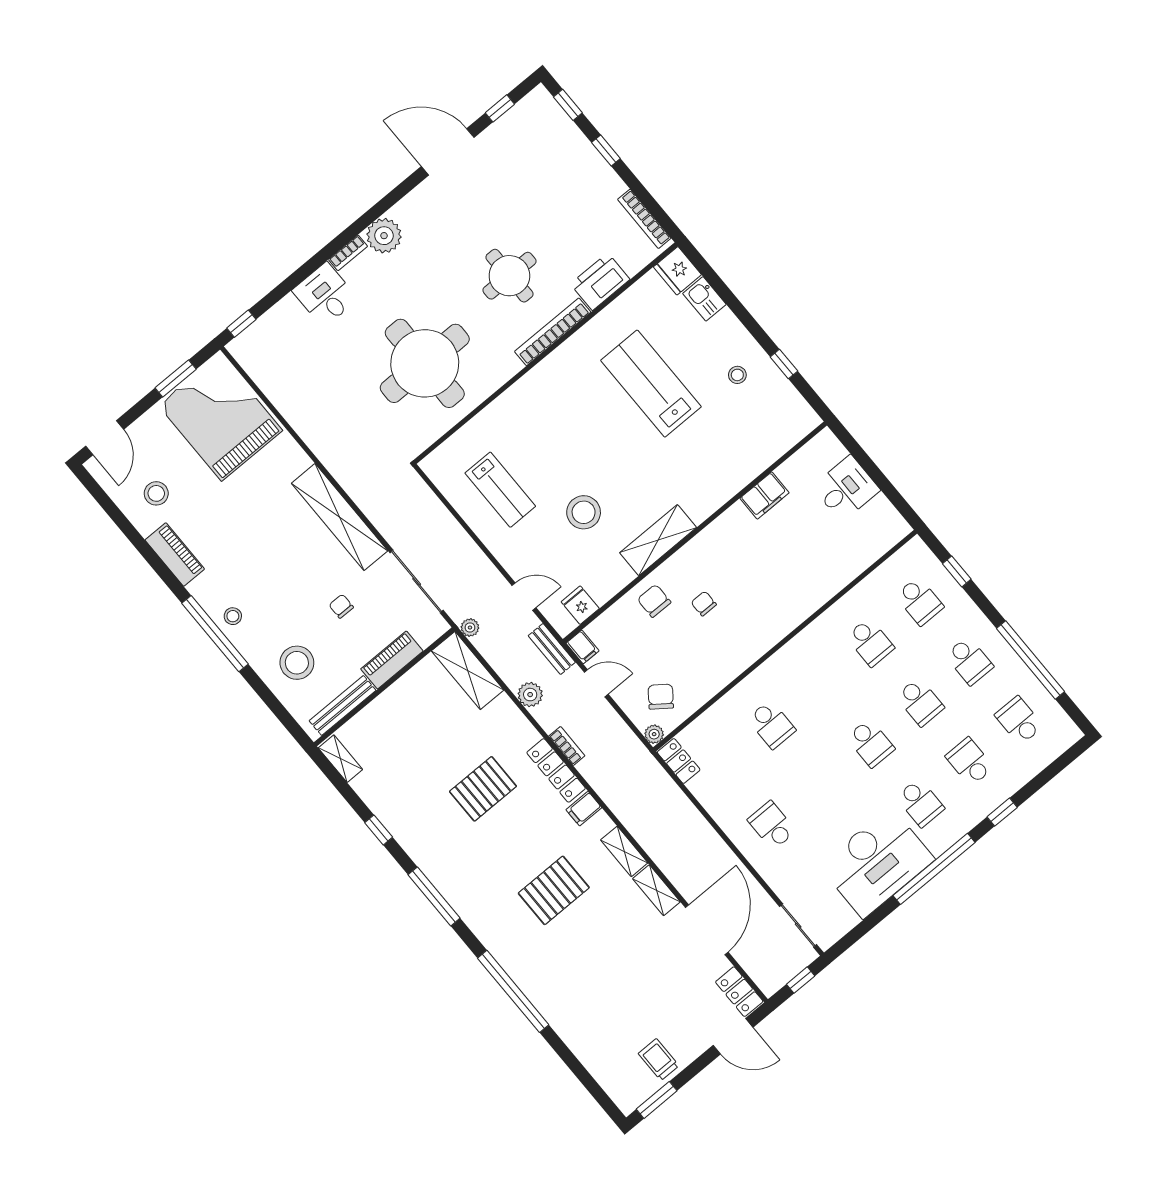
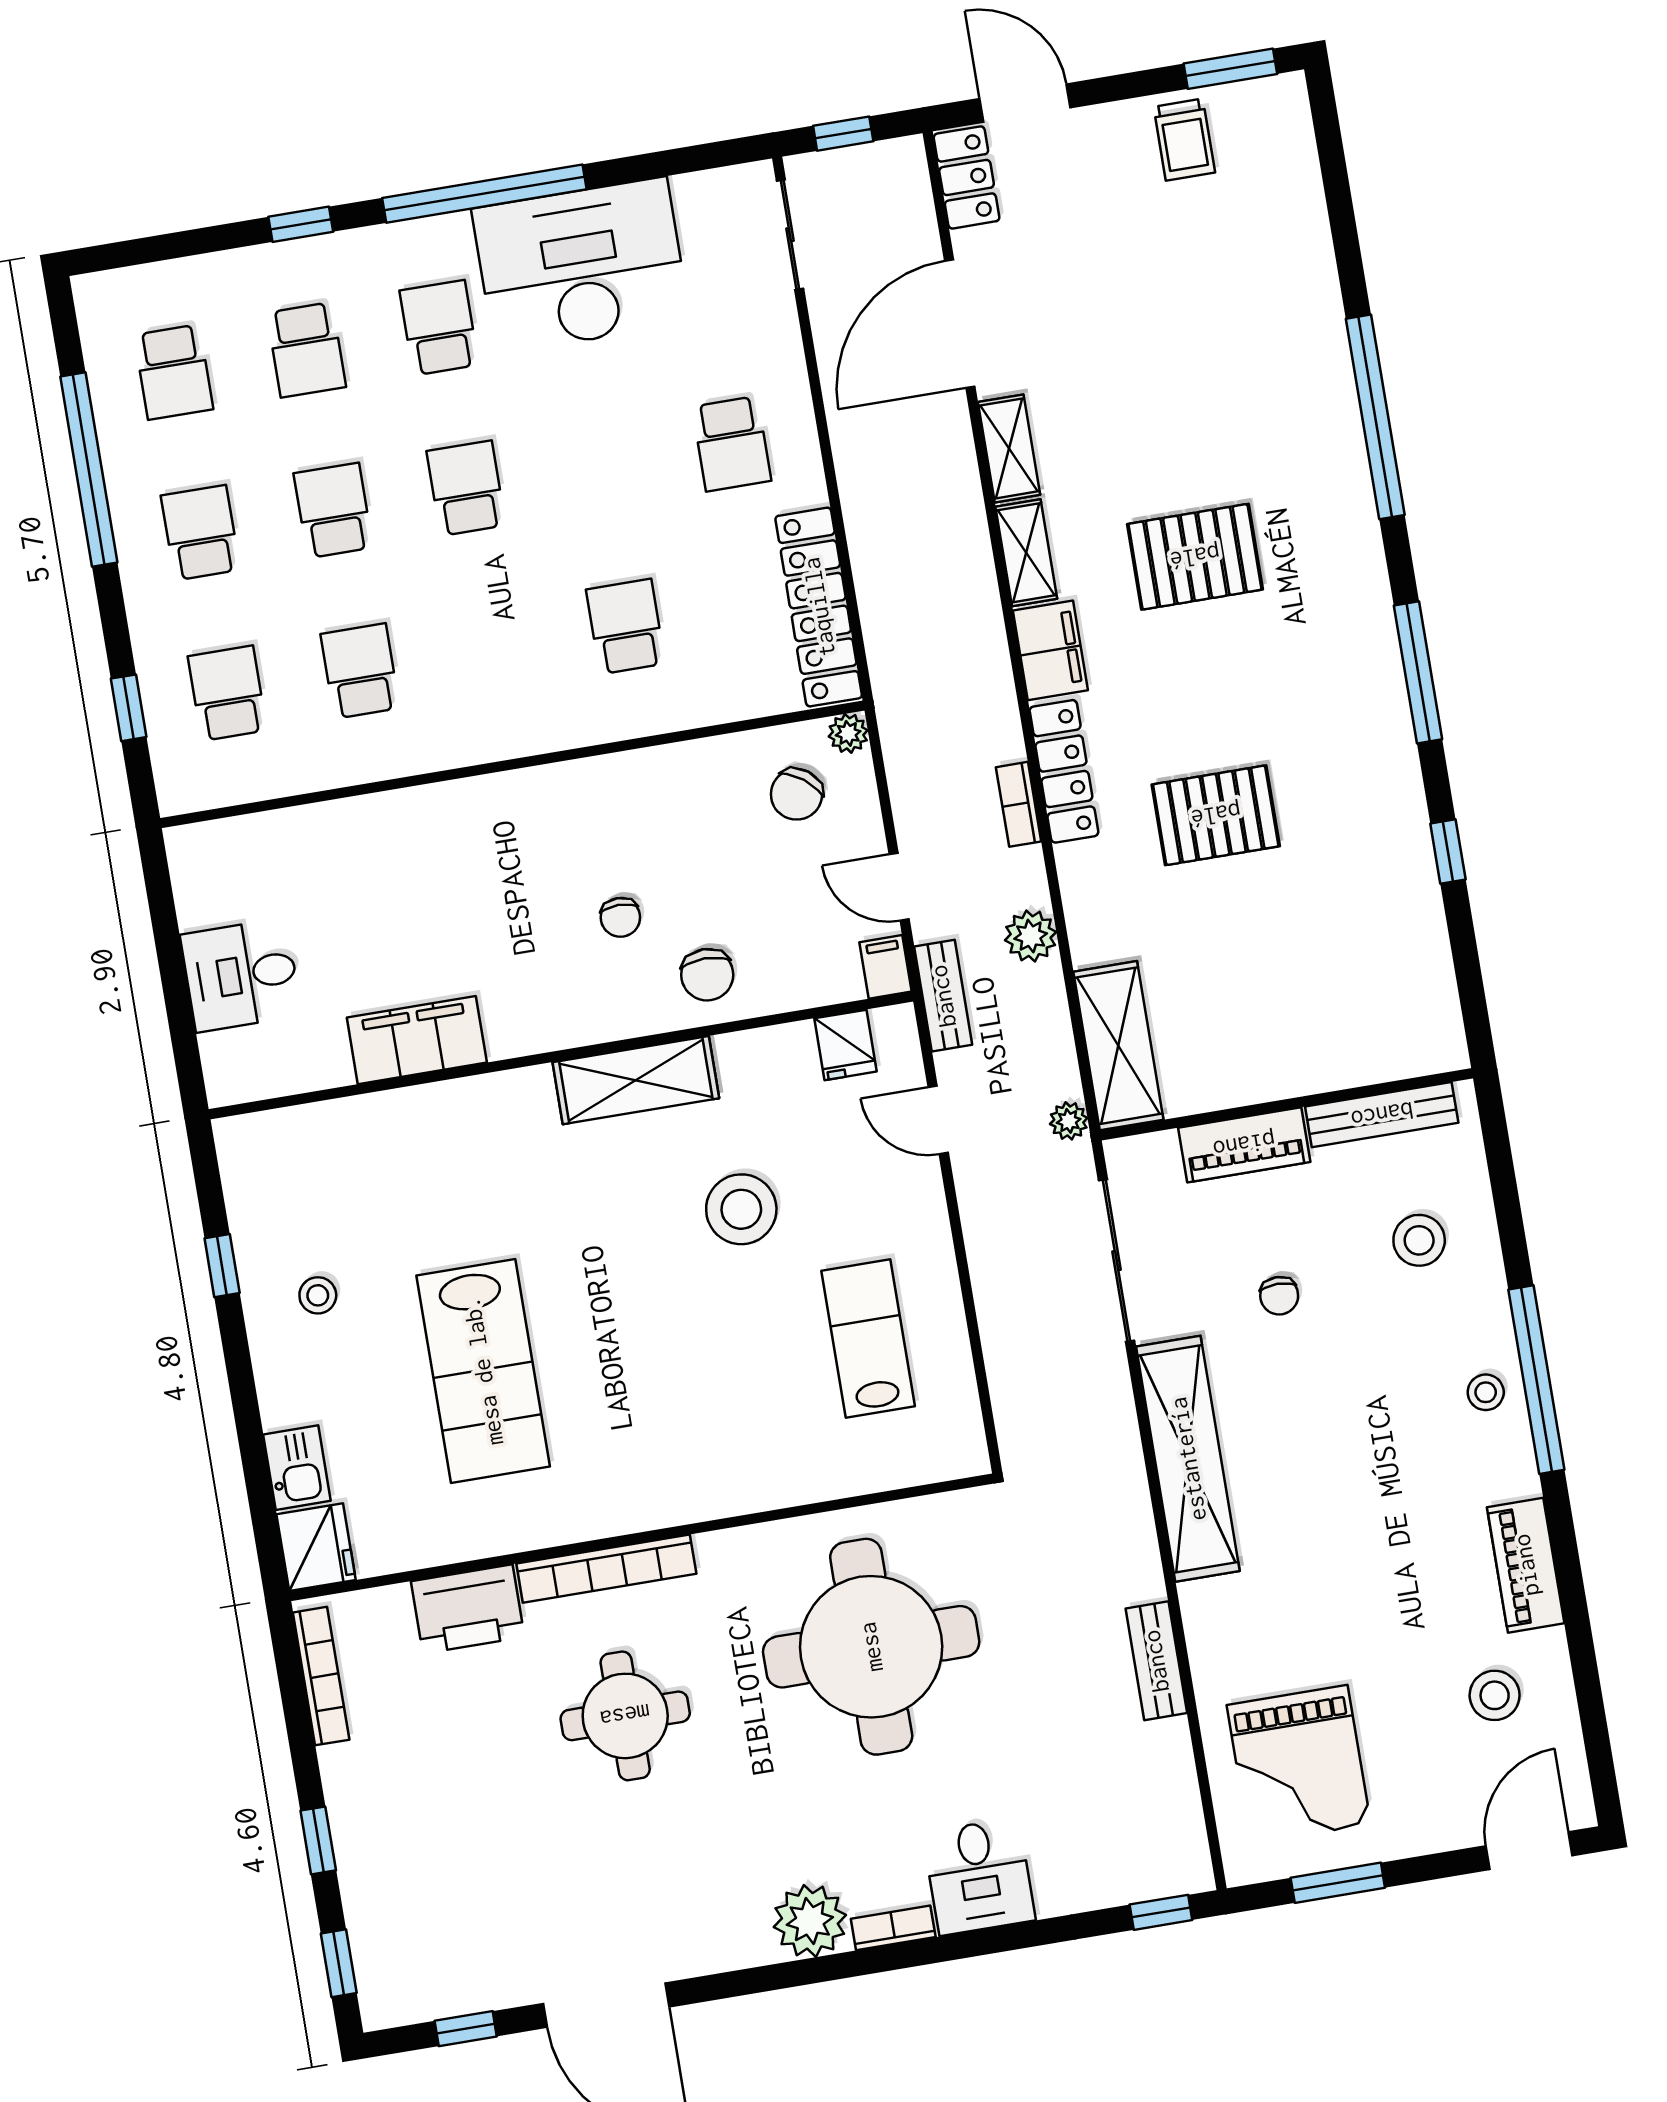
grand piano: (220, 418) -> (1299, 1764), width x0.73, depth x0.68
bench: (304, 426) -> (1156, 1661), added
filing cabinet: (764, 496) -> (417, 1040), width x1.50, depth x1.17
stool: (297, 663) -> (1419, 1240), width x0.73, depth x0.73
shelving: (340, 759) -> (1442, 1021), removed
locker: (679, 761) -> (819, 607), width x2.16, depth x1.21
filing cabinet: (584, 809) -> (1050, 650), width x2.00

